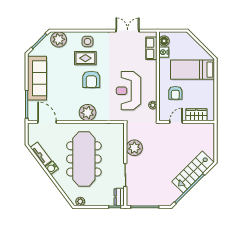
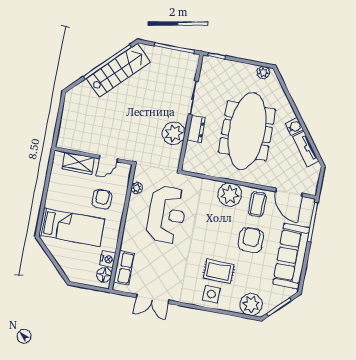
armchair: (91, 79) -> (251, 240), moved
coffee table: (67, 110) -> (257, 204), added
stairs: (193, 172) -> (118, 70), moved
dresser: (119, 197) -> (196, 129), moved

